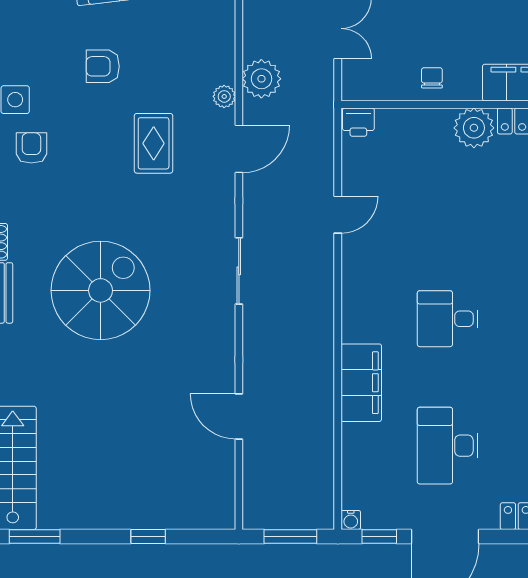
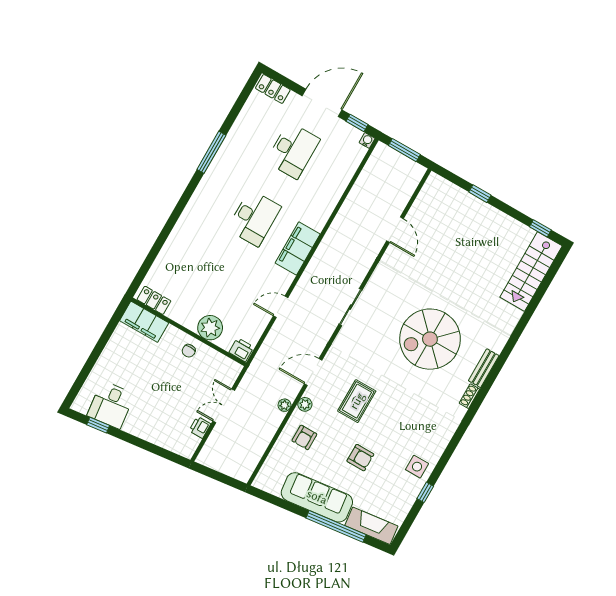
plant: (261, 79) -> (284, 405), width x0.53, depth x0.53
plant: (474, 128) -> (210, 328), moved
armchair: (31, 148) -> (304, 437), moved
desk: (448, 319) -> (254, 218), width x1.37
filing cabinet: (361, 383) -> (298, 248), moved
window: (35, 537) -> (540, 228), width x0.67

